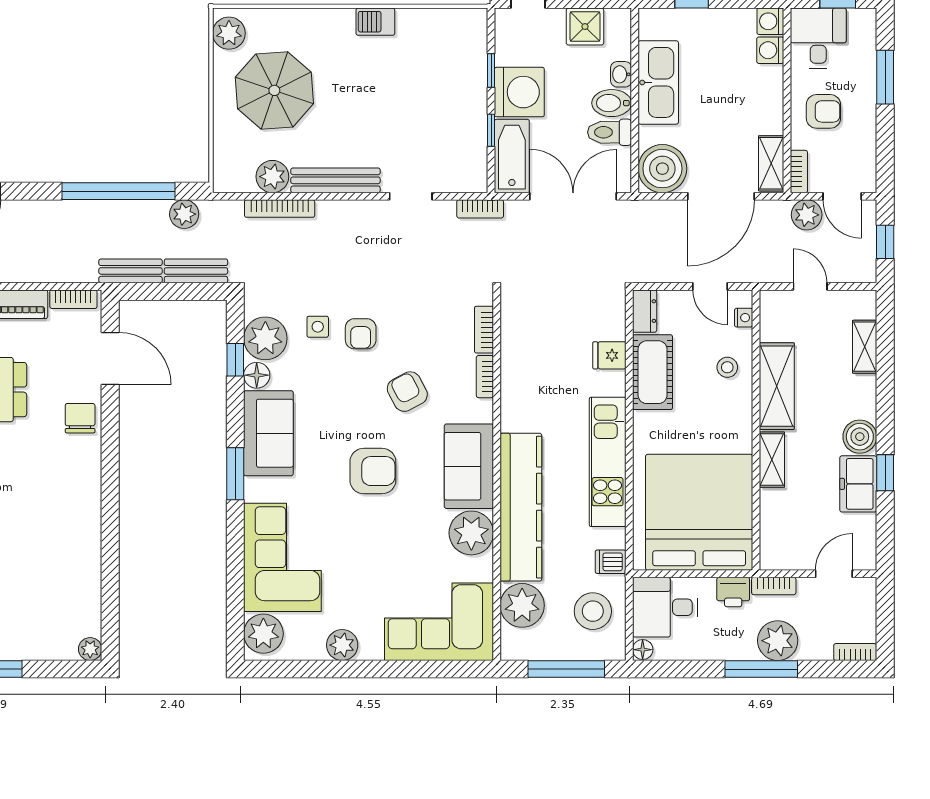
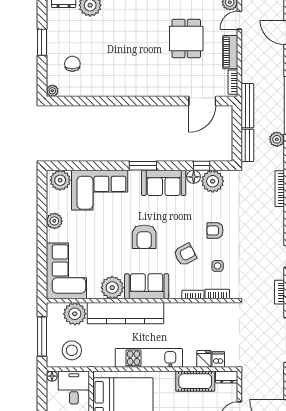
bench: (131, 271) -> (247, 106), width x1.36
side table: (318, 327) -> (218, 266), moved
chair: (80, 418) -> (72, 64), moved, turned -90
dishwasher: (611, 562) -> (218, 359), moved

